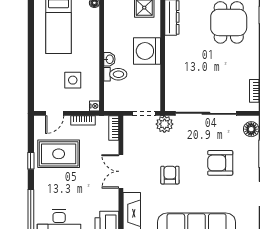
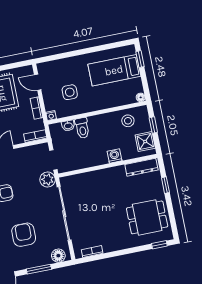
stool: (117, 22) -> (128, 121), added
washing machine: (147, 51) -> (114, 156), width x0.53, depth x0.53
washbasin: (109, 59) -> (68, 126), moved

